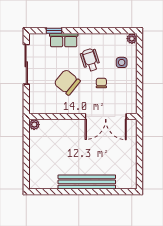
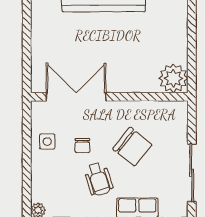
side table: (122, 62) -> (47, 142), moved
plant: (34, 125) -> (173, 78), width x1.87, depth x1.87

